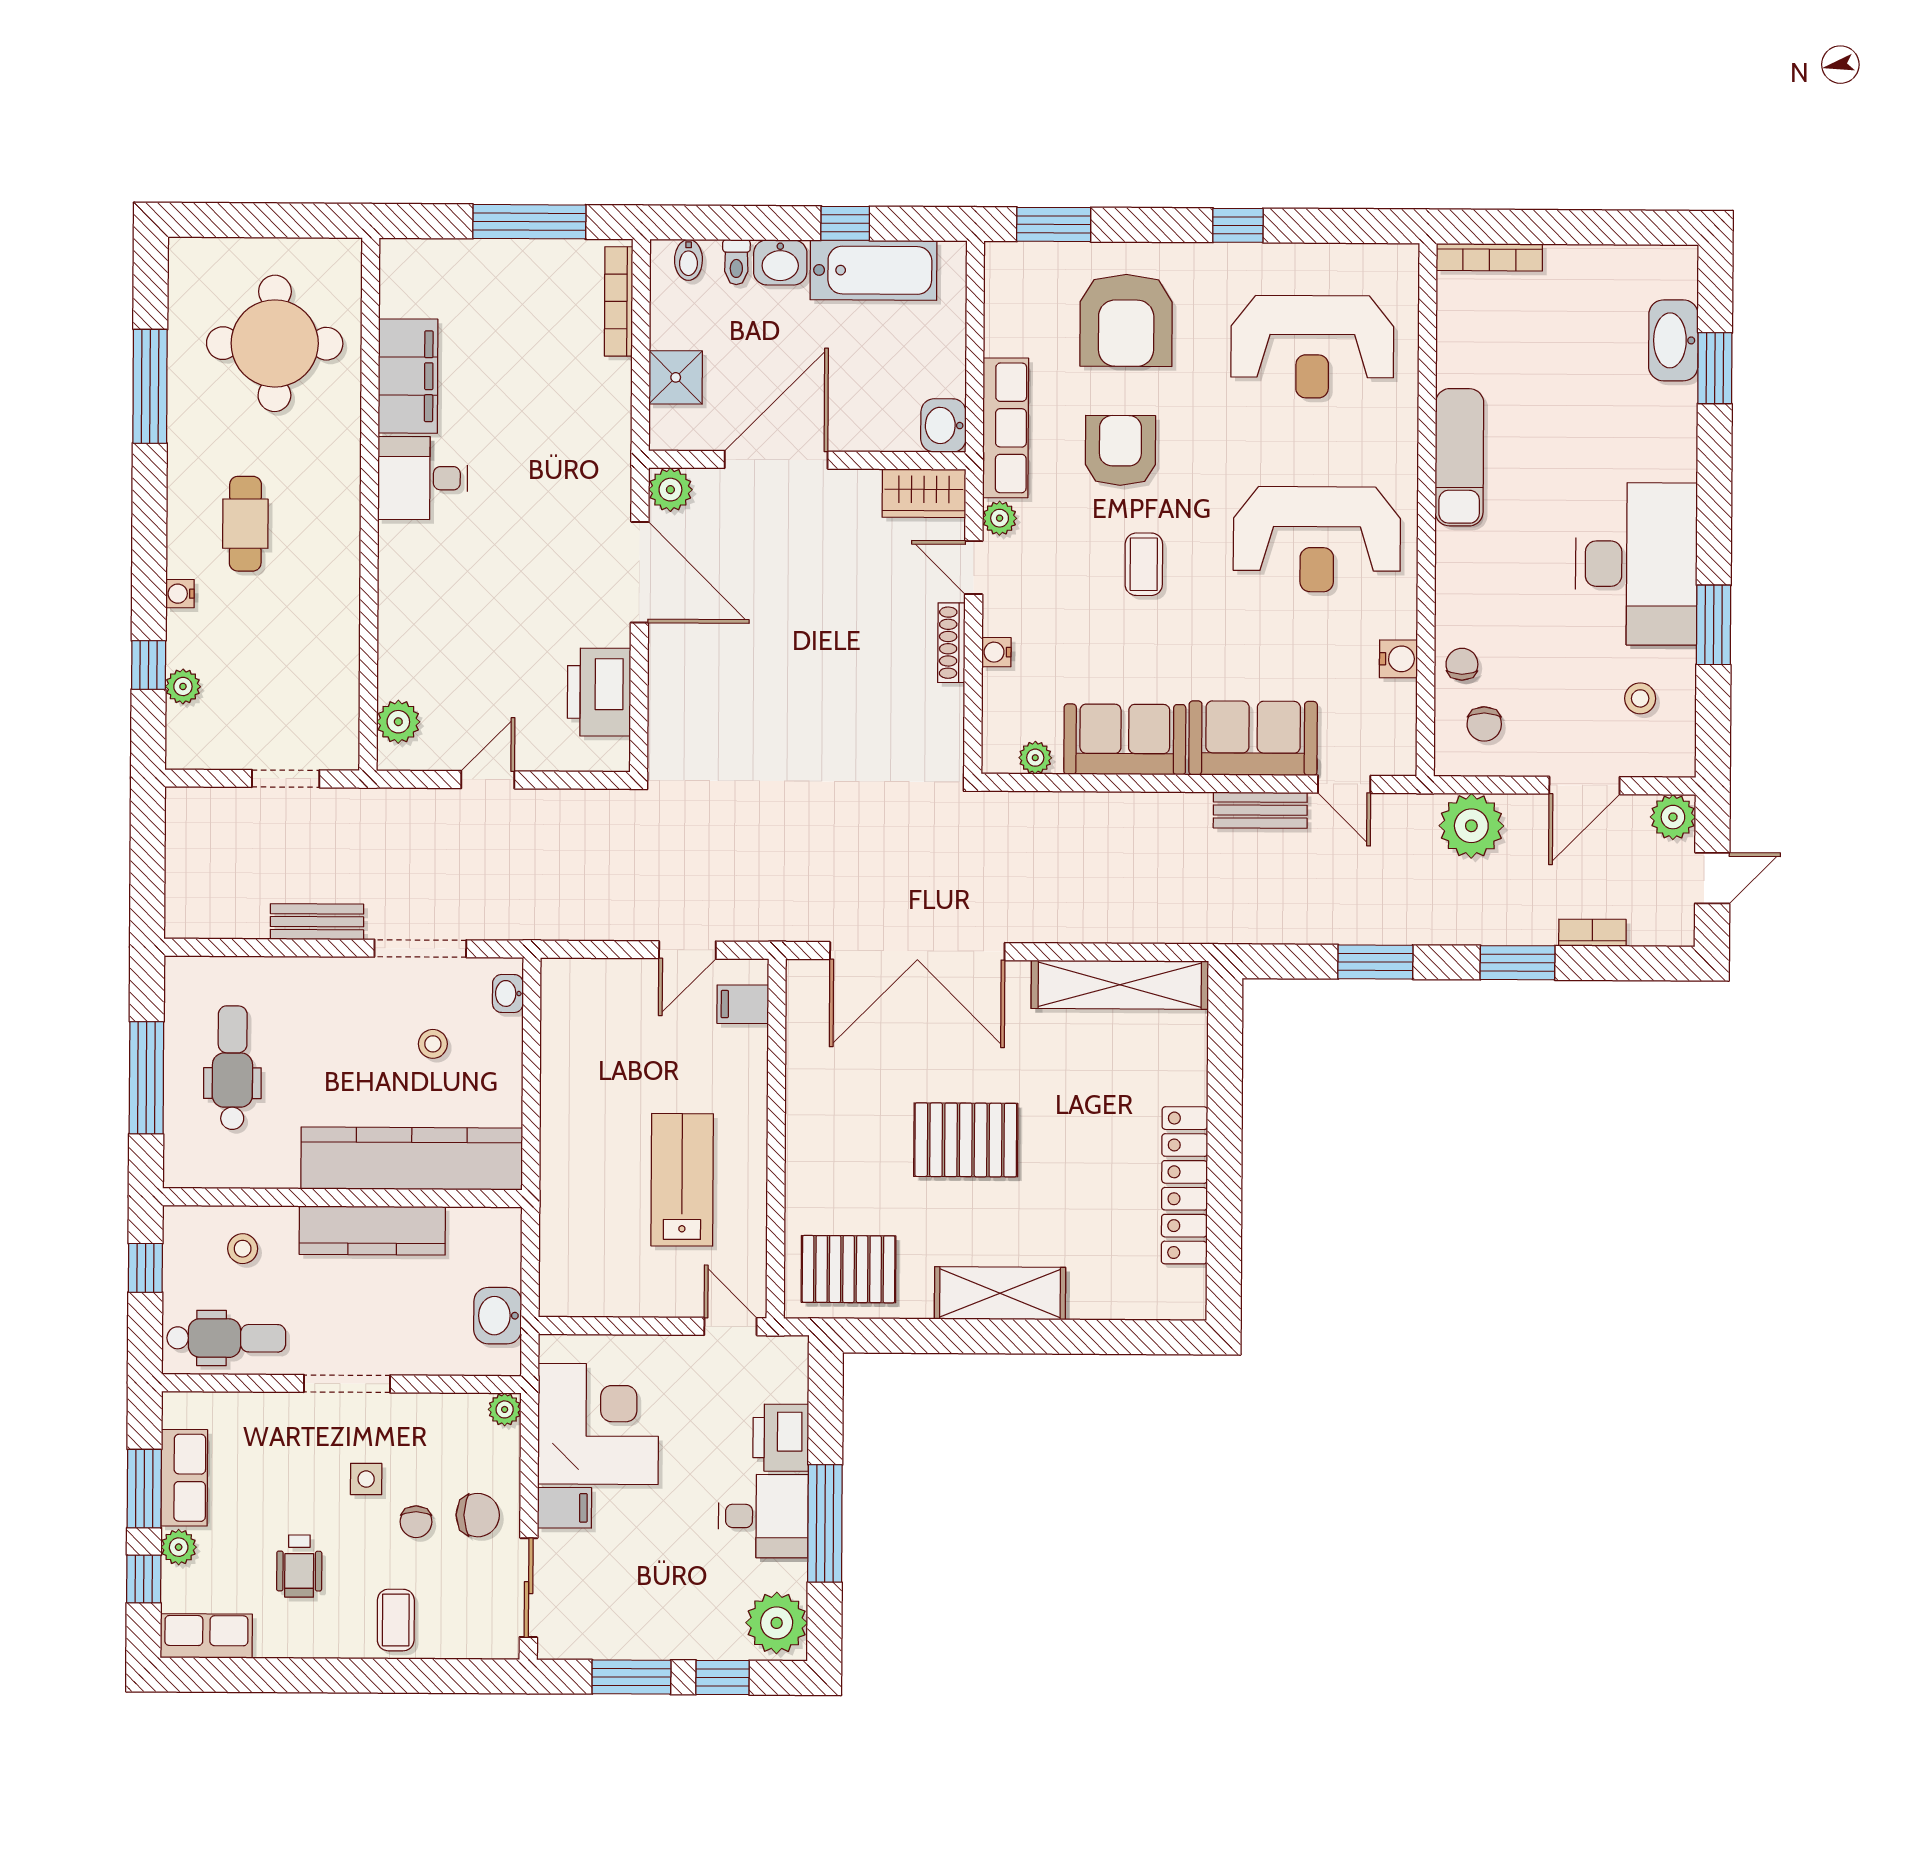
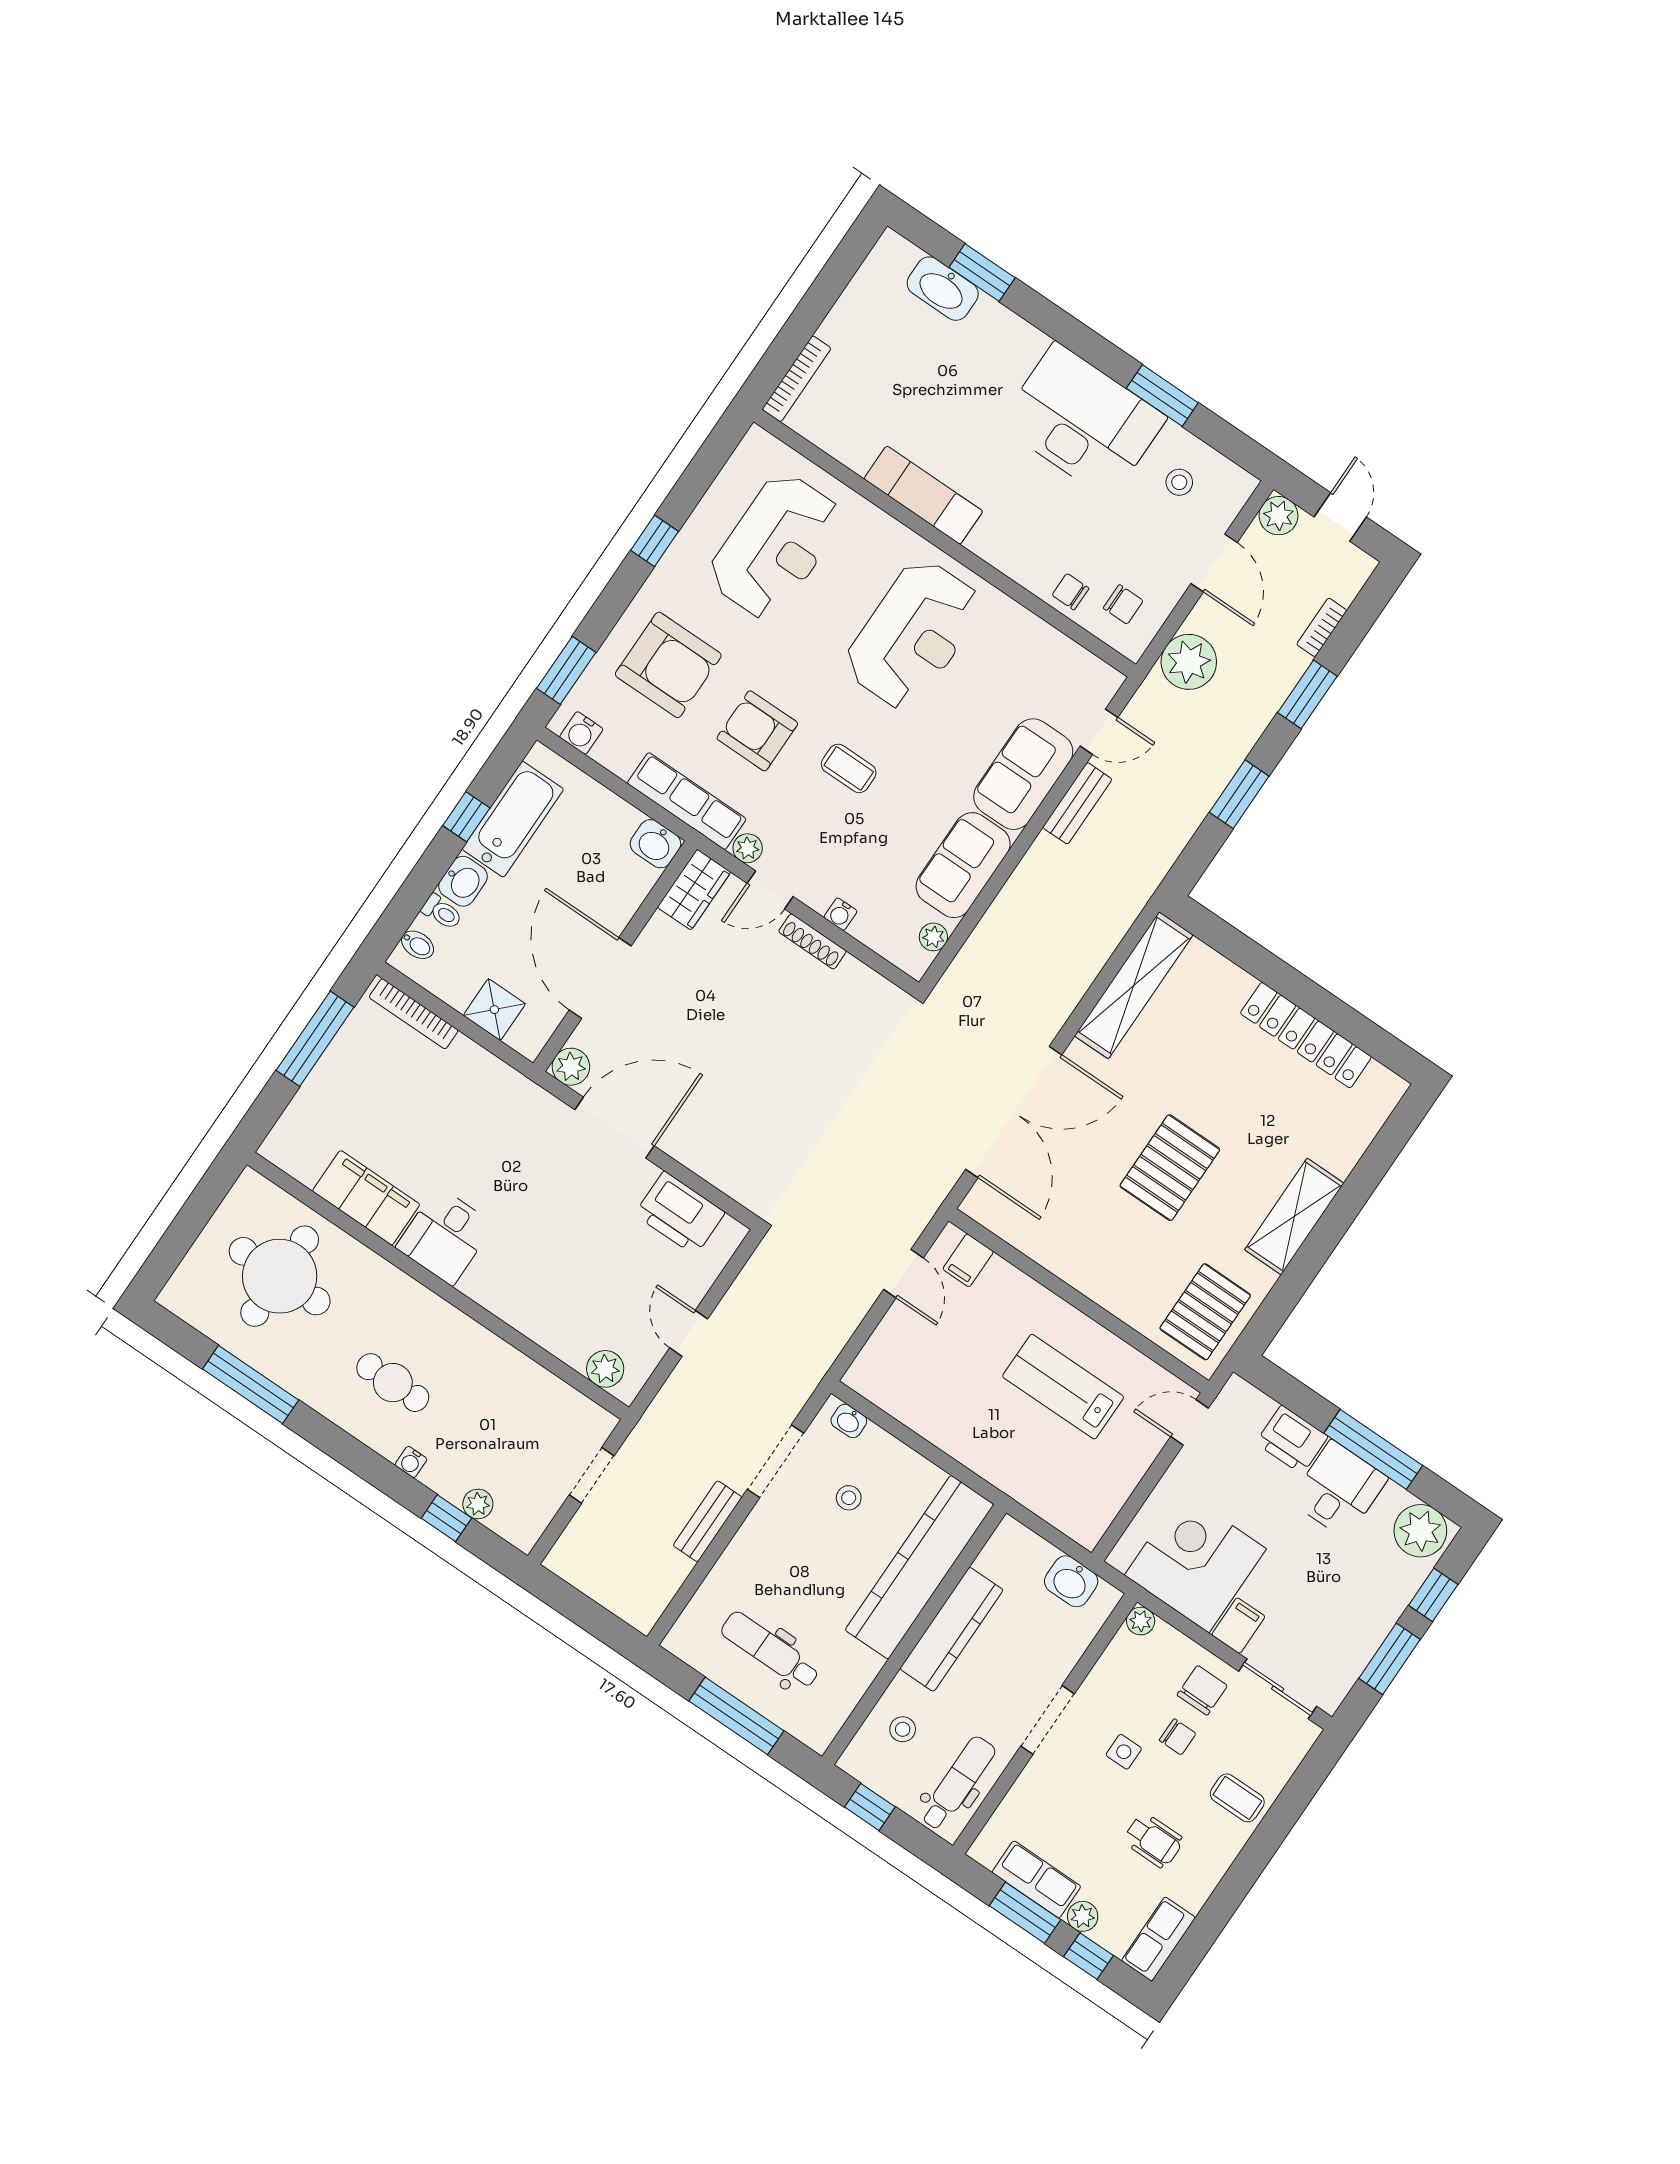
water cooler: (1398, 659) -> (581, 733), moved, turned 180

